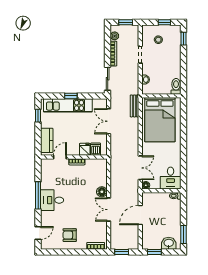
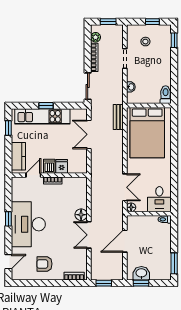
dishwasher: (96, 149) -> (49, 166), moved
window: (38, 195) -> (8, 219), width x0.46
desk: (52, 200) -> (28, 224), width x1.87, depth x1.30
washbasin: (169, 243) -> (141, 273), moved

